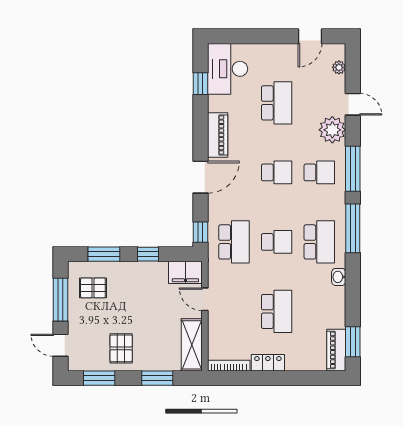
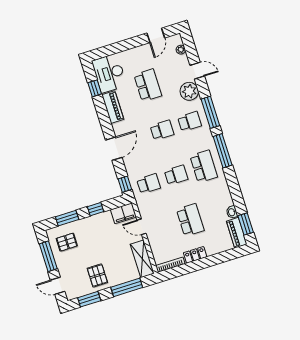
piano: (218, 135) -> (113, 107), moved
school desk: (234, 242) -> (149, 184), width x0.54
washbasin: (339, 277) -> (232, 212), moved
window: (157, 378) -> (127, 287), width x1.44

